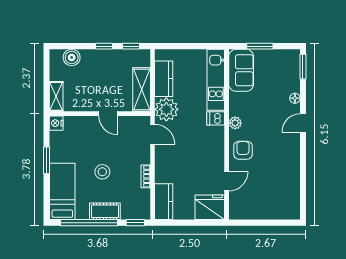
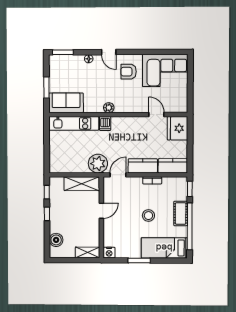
kitchen counter: (164, 79) -> (143, 166), moved
armchair: (243, 150) -> (129, 72), moved
corner sofa: (280, 192) -> (165, 70), added

